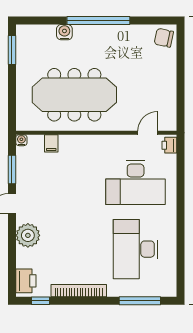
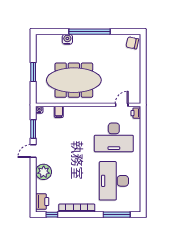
window: (12, 50) -> (33, 72), moved

